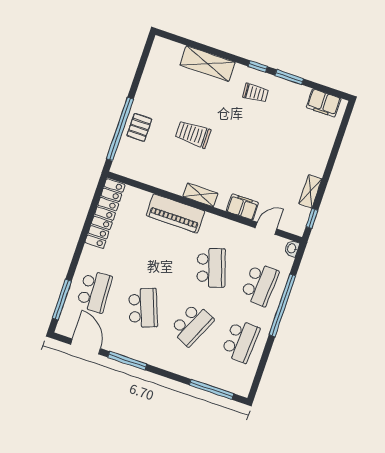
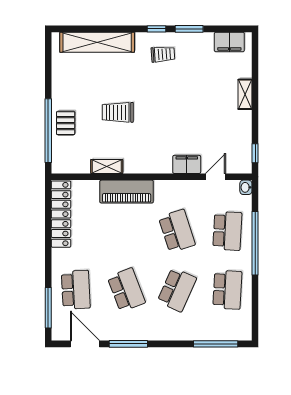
shelving: (208, 64) -> (97, 42), width x1.47
shelving: (310, 191) -> (245, 94), moved
shelving: (200, 195) -> (107, 166), moved

